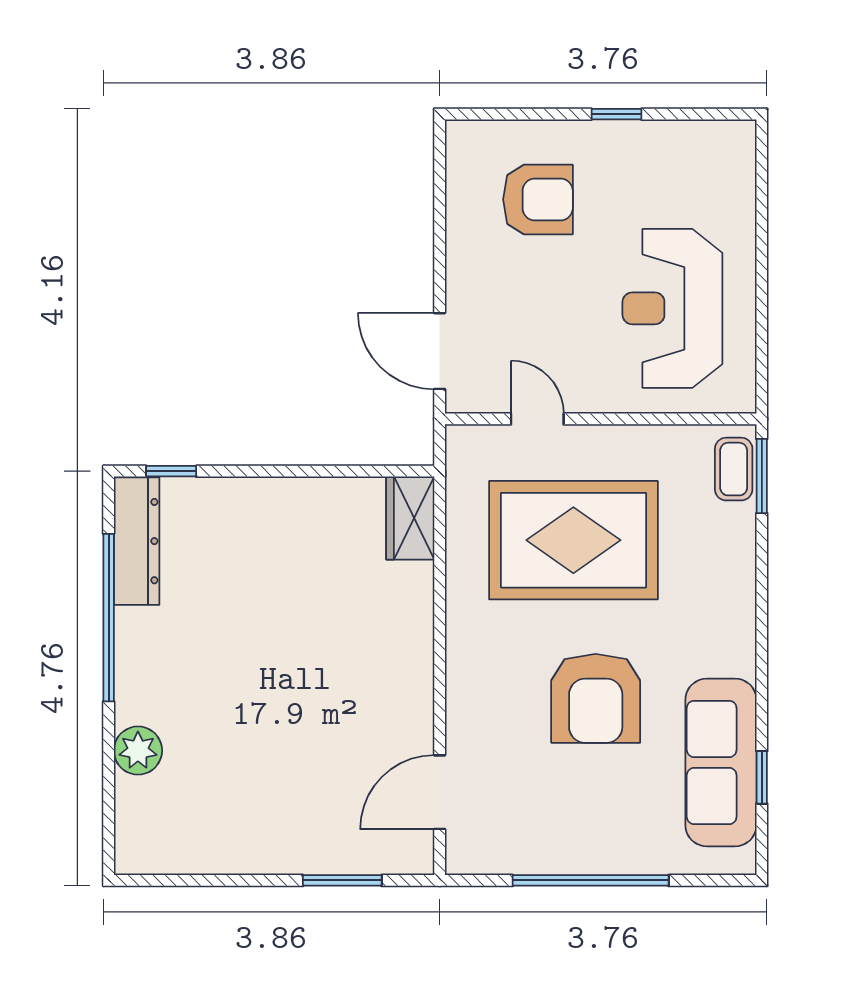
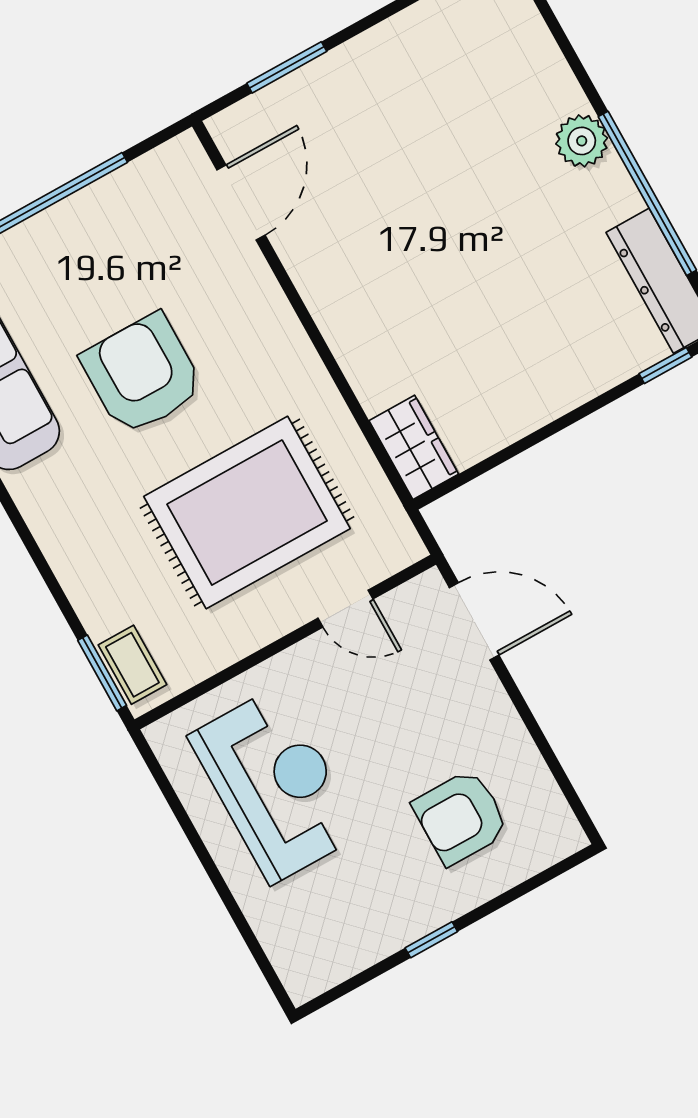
plant: (138, 751) -> (582, 141), moved

